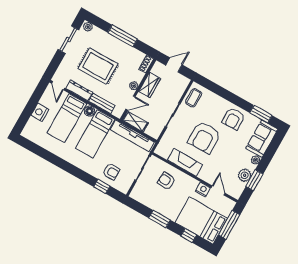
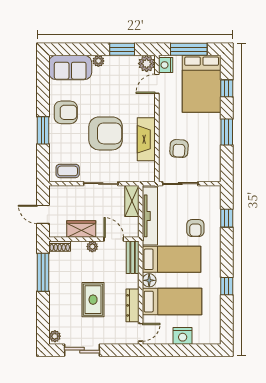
window: (123, 36) -> (43, 272), moved
rug: (98, 66) -> (93, 300), width x0.73, depth x0.70
bench: (102, 103) -> (133, 257), moved
window: (261, 114) -> (43, 130), moved
shelving: (135, 122) -> (132, 201), moved
window: (56, 161) -> (227, 286), added
armchair: (111, 172) -> (195, 228), moved, turned 180
plant: (245, 175) -> (147, 64), moved
nightstand: (203, 190) -> (166, 65), moved

